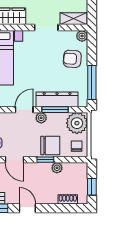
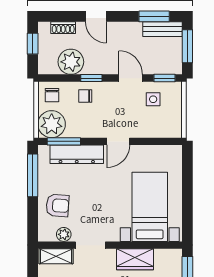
plant: (82, 36) -> (64, 234), moved
window: (55, 110) -> (64, 141), moved
plant: (41, 118) -> (97, 131), removed
chair: (50, 145) -> (85, 96), width x0.54, depth x0.54
plant: (57, 168) -> (71, 62), width x1.88, depth x1.88
door: (27, 208) -> (96, 16), moved

